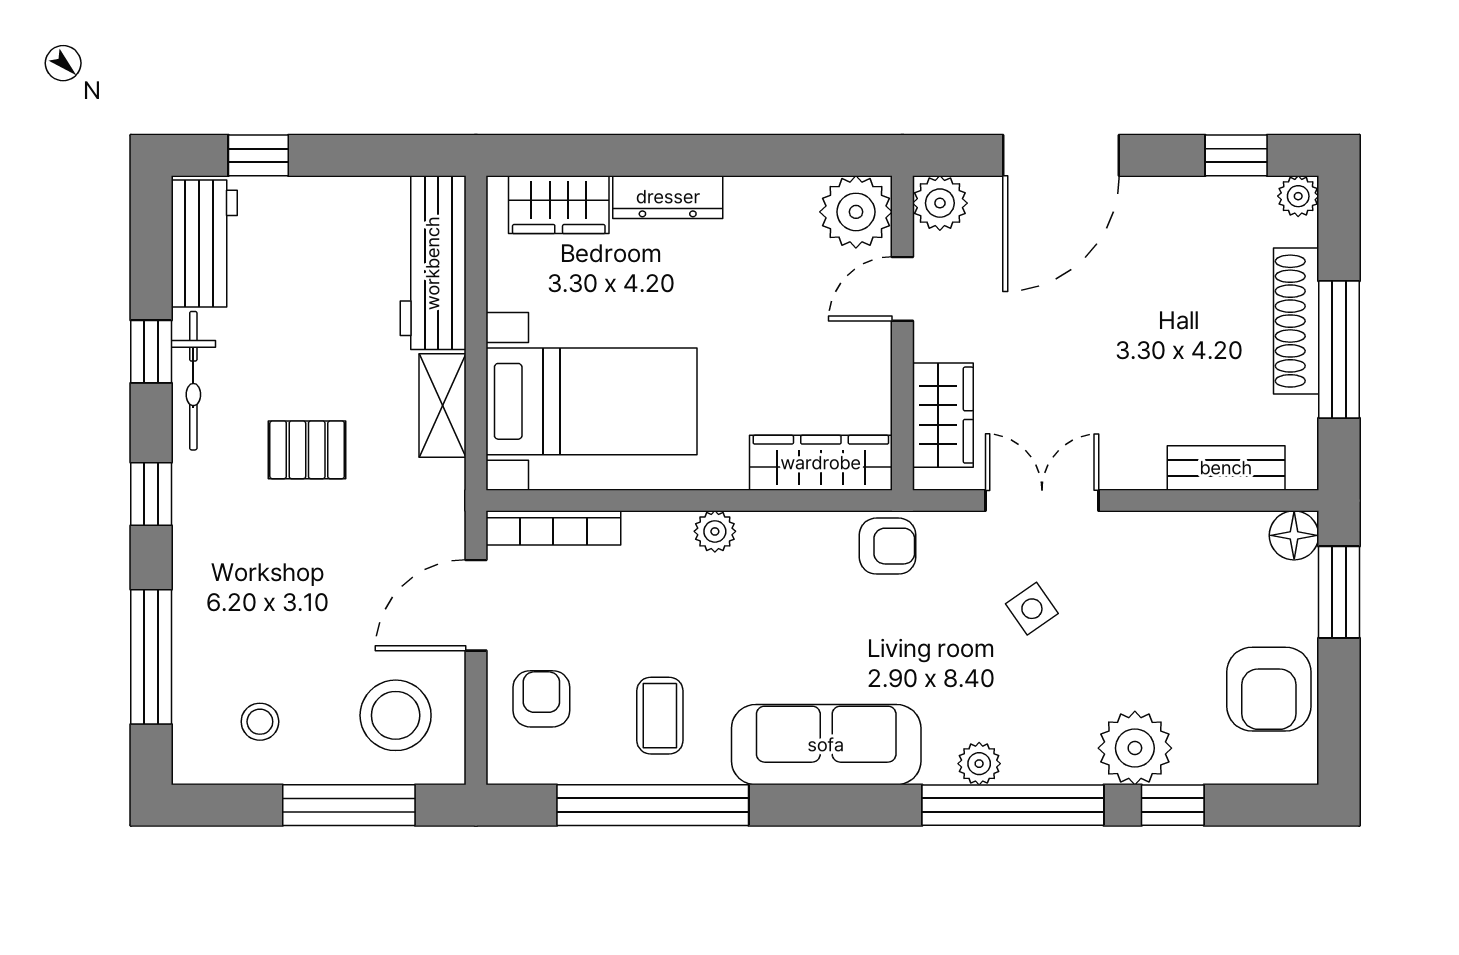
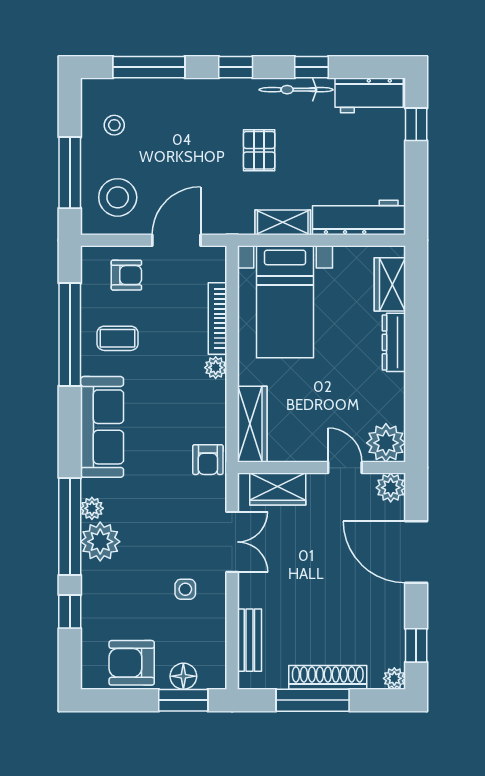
bookcase: (553, 528) -> (218, 318), moved
floor lamp: (1294, 535) -> (183, 676), moved
door: (476, 605) -> (176, 240), hinge flipped
side table: (1032, 609) -> (185, 589), moved, turned 35
plant: (1135, 748) -> (100, 542), moved

